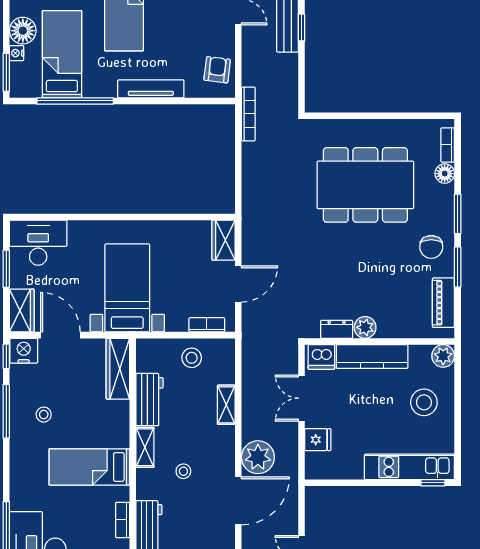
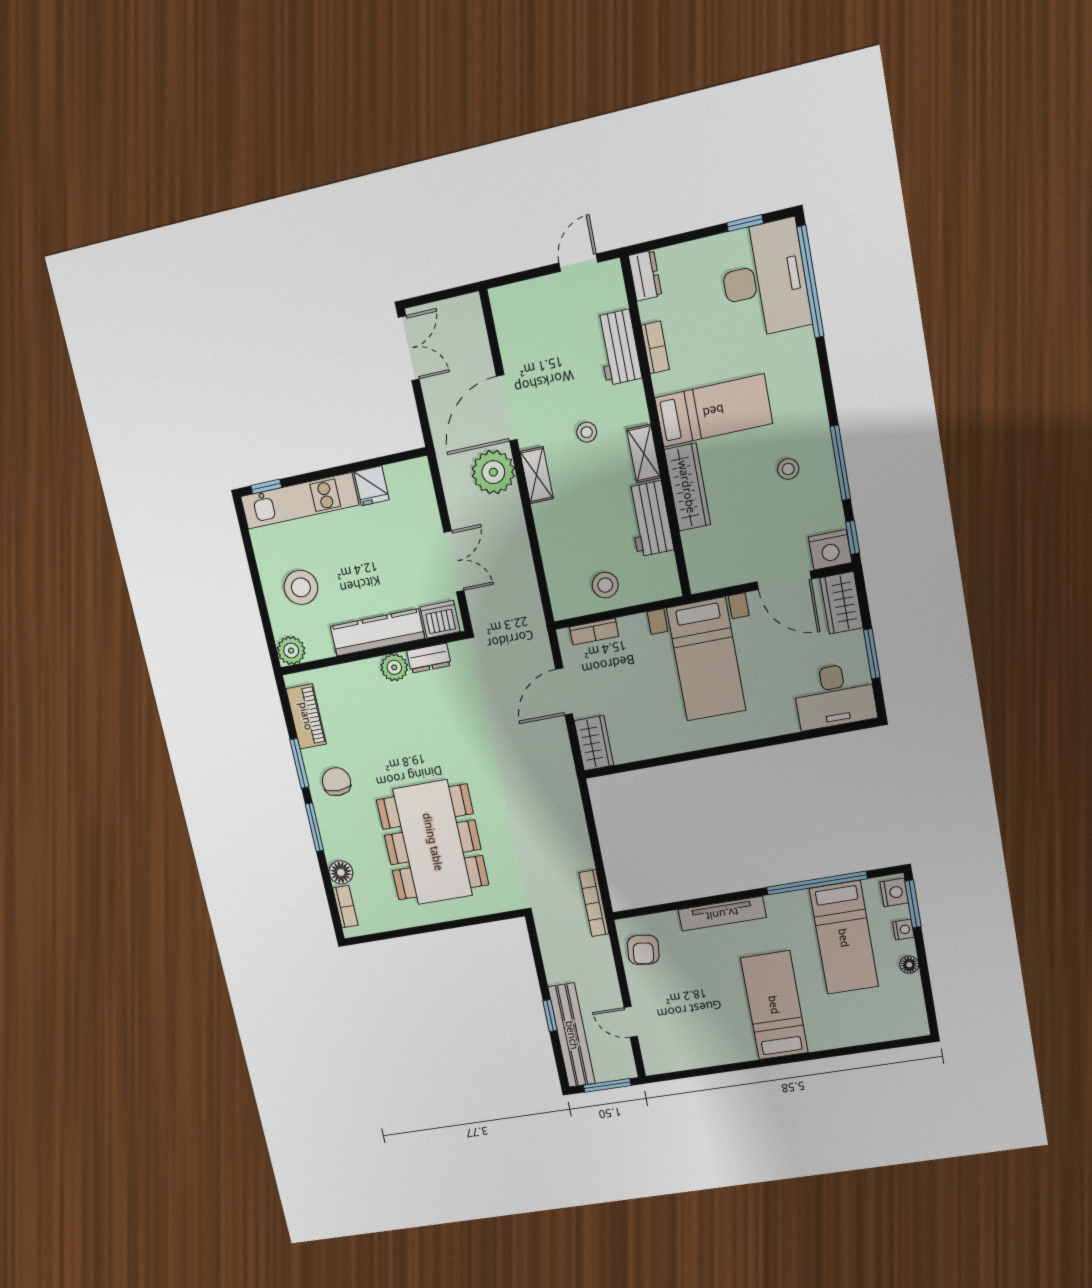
floor lamp: (23, 31) -> (909, 965), width x0.53, depth x0.53
nightstand: (19, 84) -> (894, 892), added
dining table: (365, 185) -> (433, 842), turned 90
wardrobe: (118, 369) -> (687, 487), moved
shelving: (226, 405) -> (537, 475), moved
fridge: (318, 440) -> (372, 486), moved, turned -90

